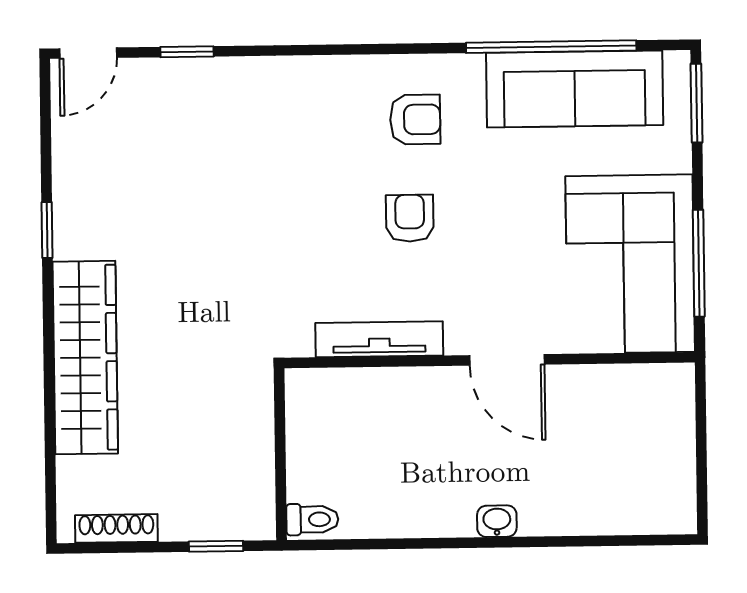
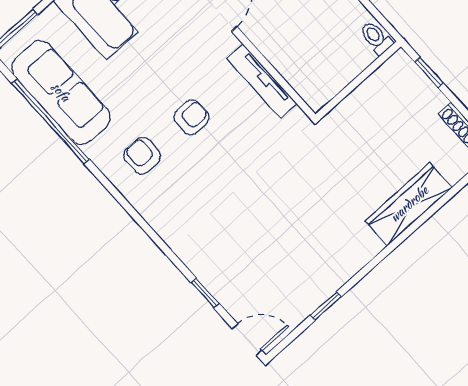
armchair: (410, 218) -> (191, 117), turned 180
window: (47, 230) -> (326, 306), moved
wardrobe: (85, 358) -> (409, 204), width x0.71, depth x0.85

